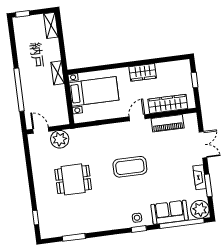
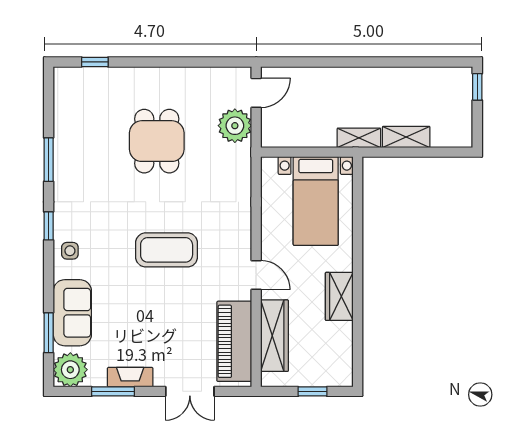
shelving: (51, 25) -> (406, 137), moved
window: (19, 90) -> (337, 62), removed
piano: (168, 123) -> (234, 341), width x1.37, depth x1.33
coffee table: (130, 167) -> (167, 250), turned 90
window: (182, 223) -> (49, 333), width x0.47
window: (139, 229) -> (49, 226), moved
window: (74, 237) -> (49, 160), moved

